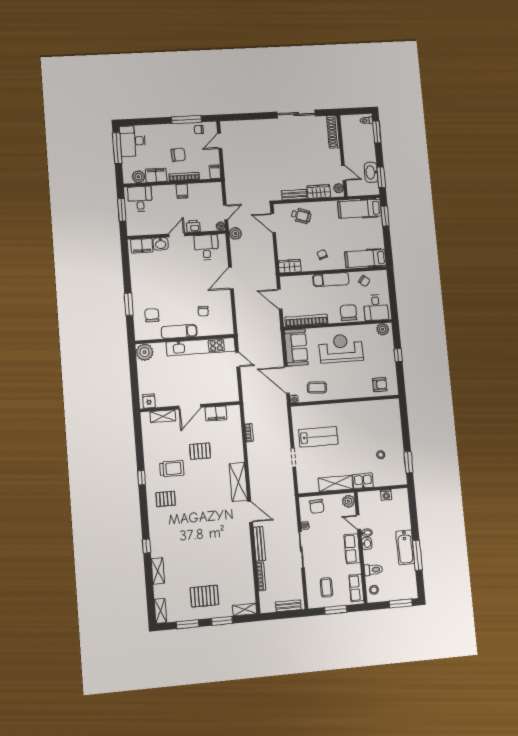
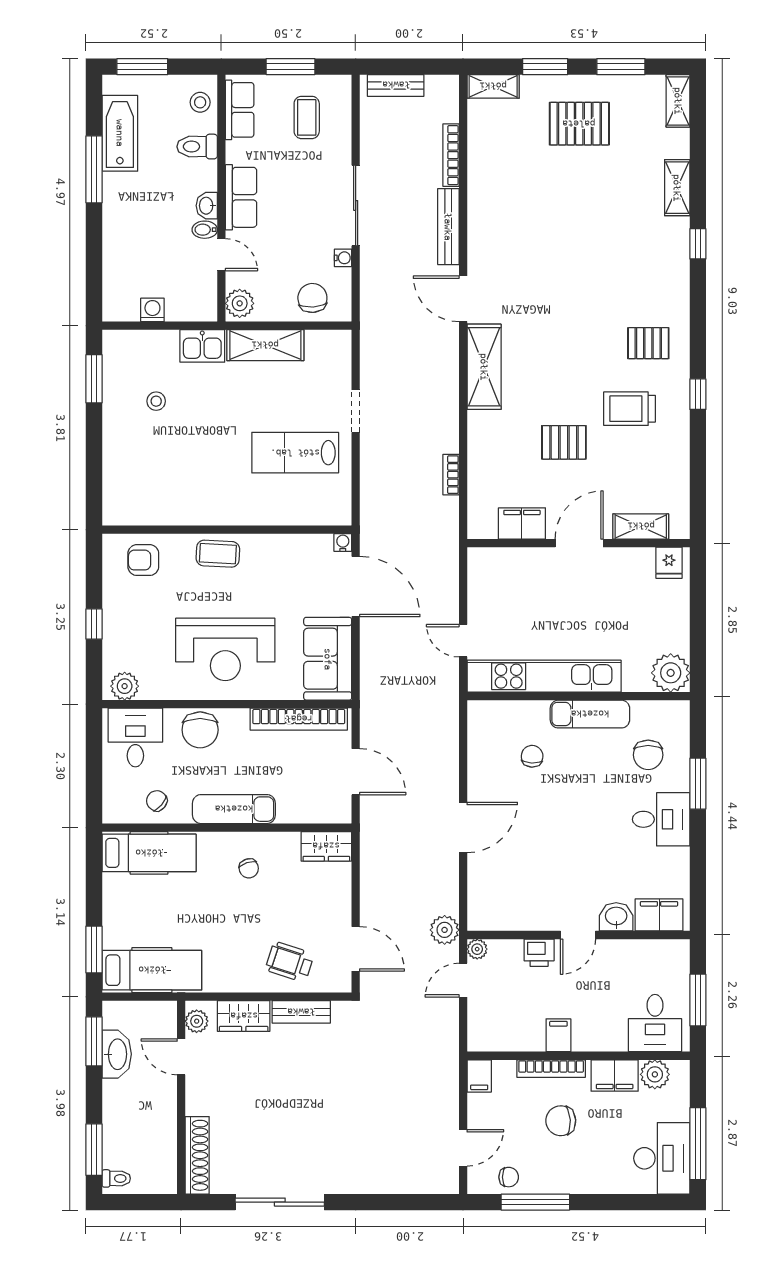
desk: (206, 247) -> (661, 819), moved, turned -90
coffee table: (317, 387) -> (218, 554), moved
bathtub: (405, 547) -> (120, 133), moved

